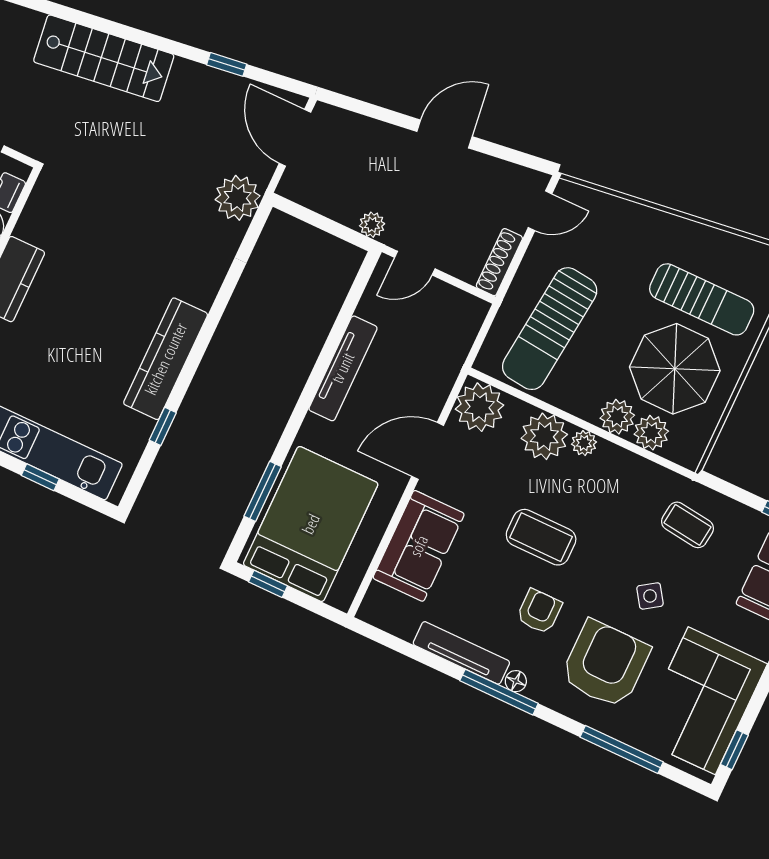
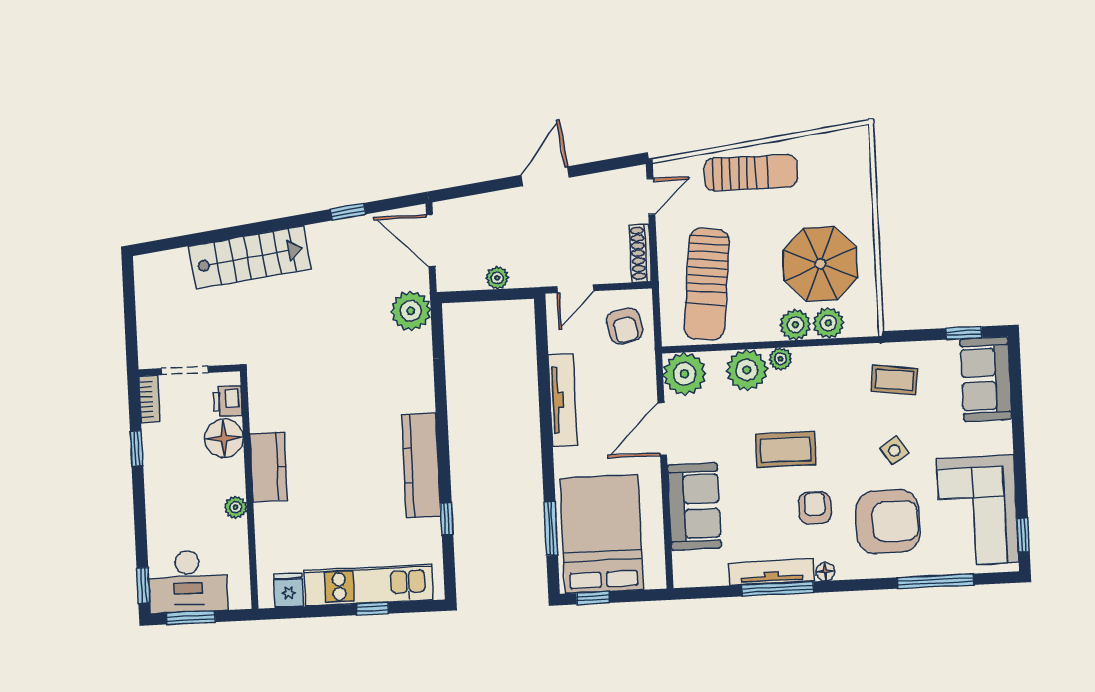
plant: (372, 225) -> (497, 278), moved
sun lounger: (702, 299) -> (751, 173), moved
armchair: (445, 327) -> (625, 326), added
armchair: (605, 664) -> (888, 522), turned 90
window: (499, 692) -> (778, 589), moved

